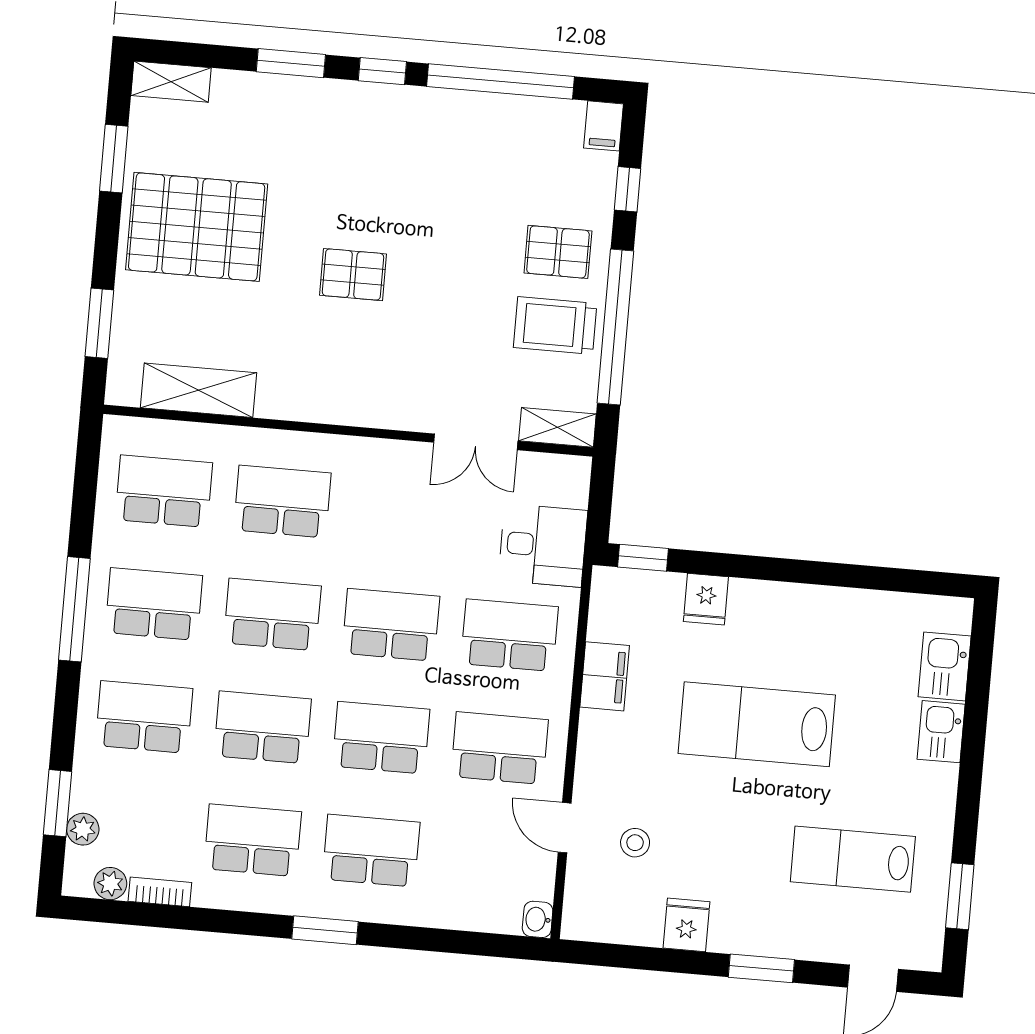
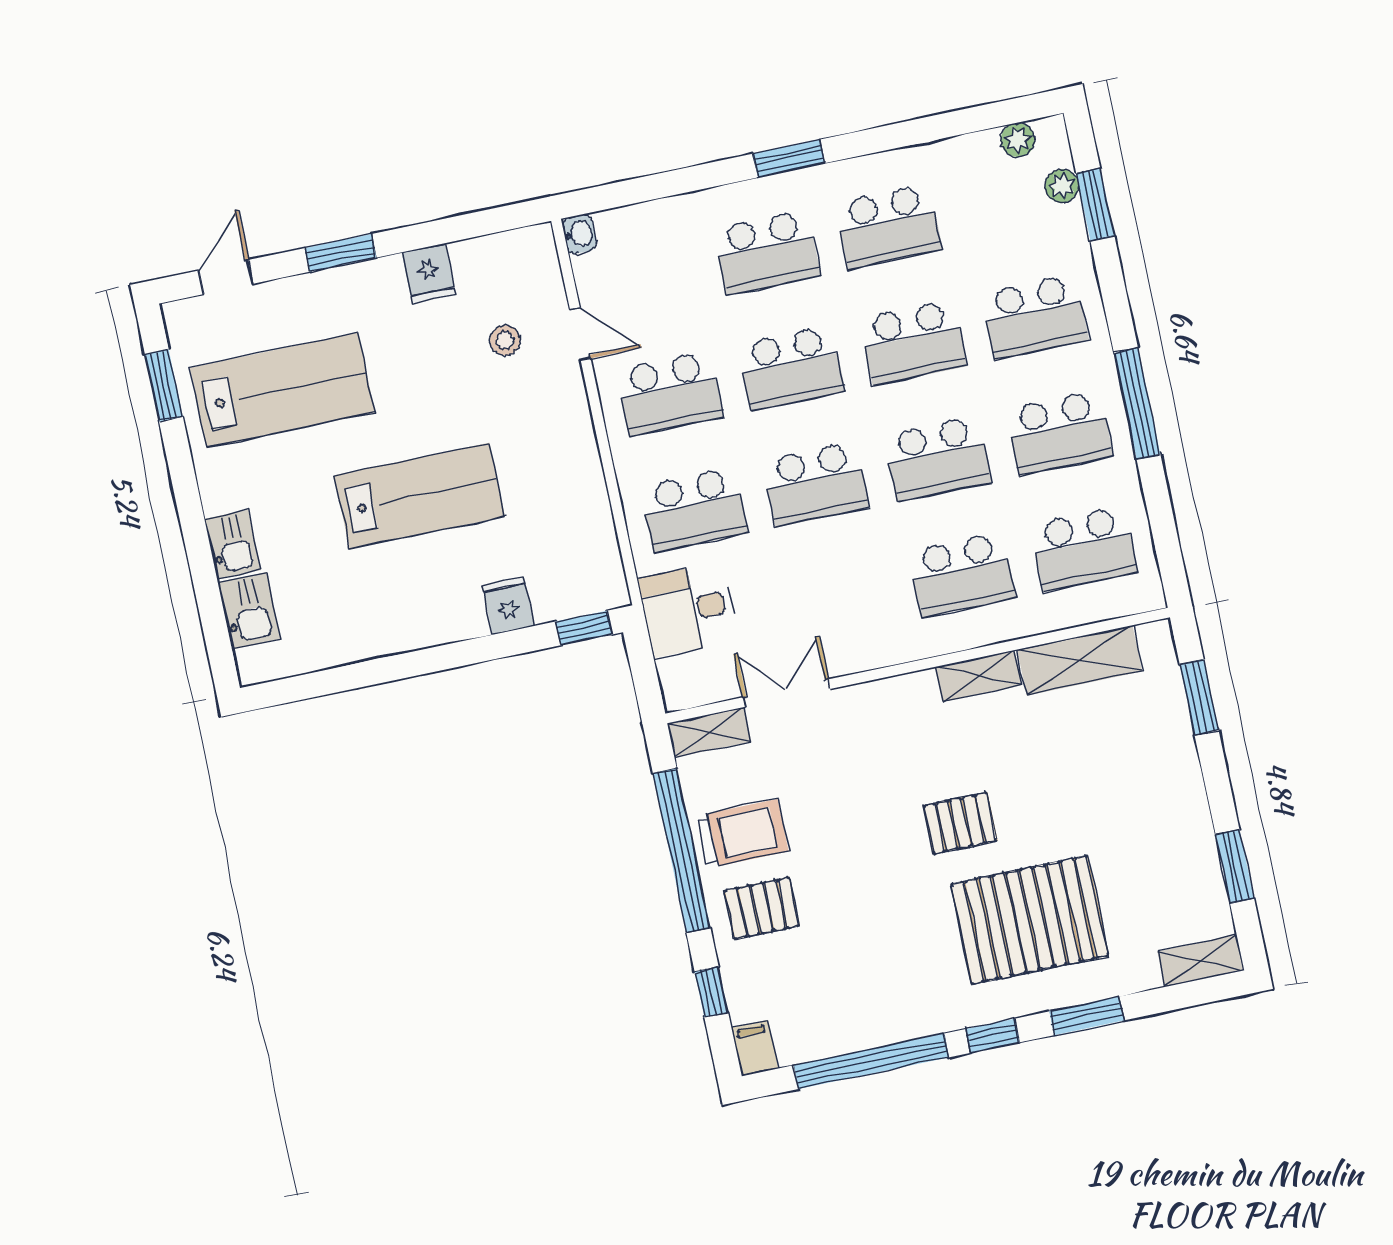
pallet: (197, 227) -> (1030, 920), moved
shelving: (295, 404) -> (978, 676), added
filing cabinet: (605, 676) -> (586, 498), removed
lab bench: (853, 859) -> (282, 390), width x1.36, depth x1.39
bookcase: (160, 892) -> (966, 147), removed

